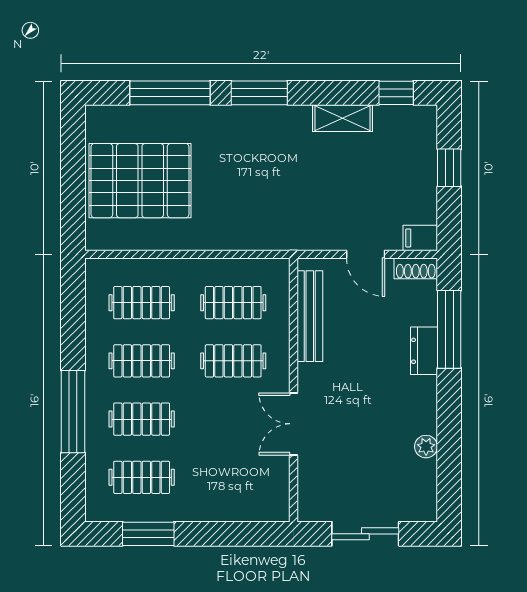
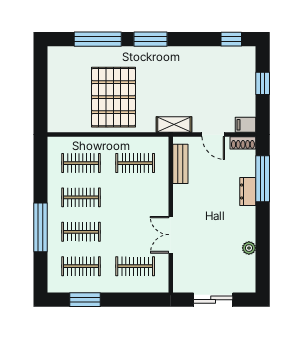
shelving: (342, 118) -> (174, 124), moved
pallet: (140, 181) -> (113, 97), moved, turned 90
bench: (310, 316) -> (180, 164), width x0.73
clothes rail: (233, 361) -> (135, 266), moved

